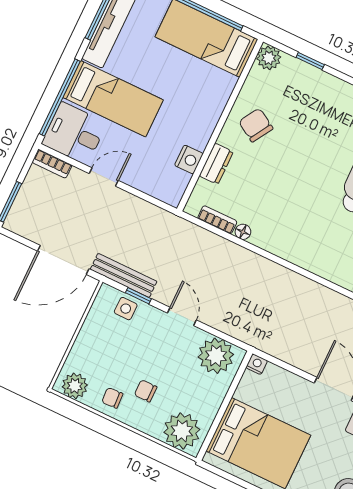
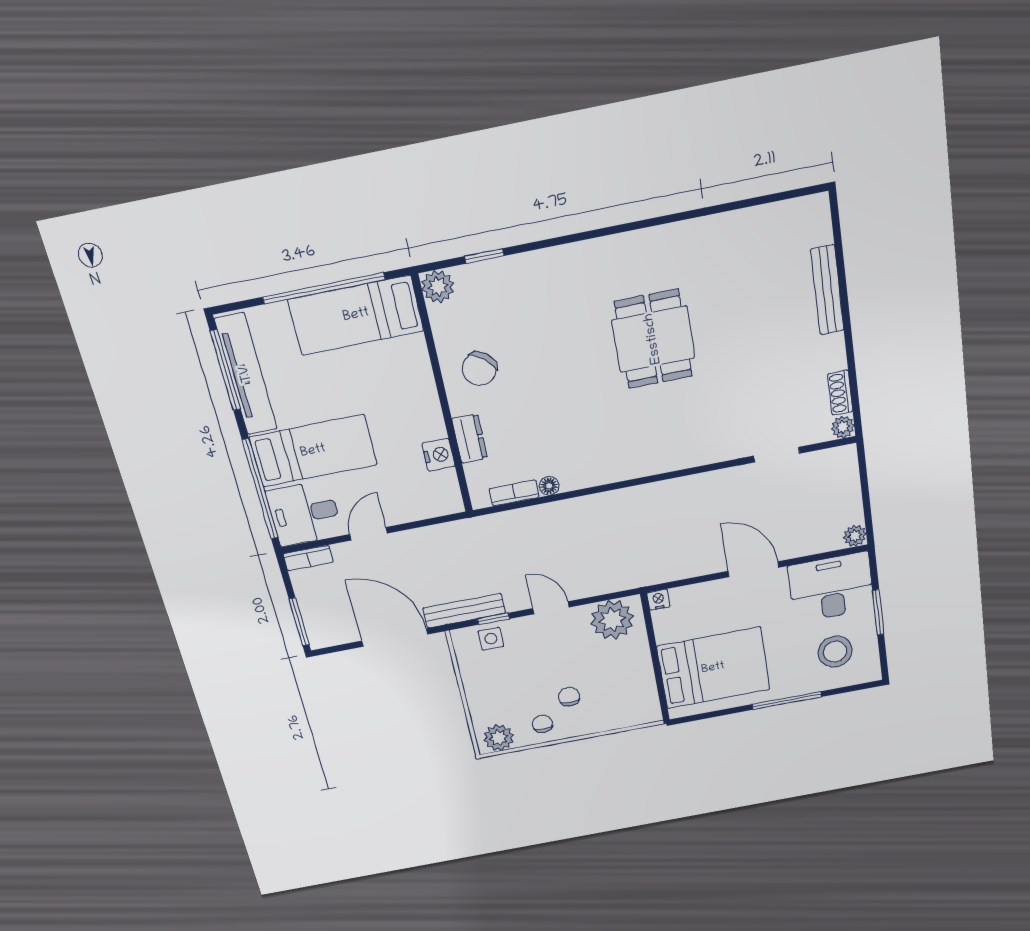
chair: (256, 125) -> (479, 369), turned -81
door: (63, 260) -> (395, 638), swing flipped
chair: (146, 391) -> (569, 697), turned 90
chair: (112, 398) -> (542, 724), turned 93
plant: (182, 431) -> (631, 707), removed

